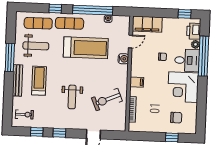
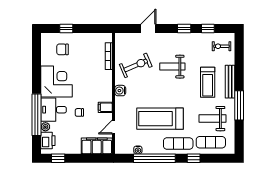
water cooler: (123, 59) -> (120, 91), moved
filing cabinet: (137, 82) -> (105, 107), moved
weight bench: (72, 97) -> (172, 67), turned -90

